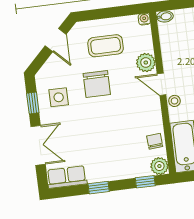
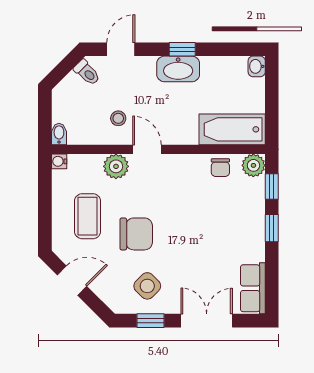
door: (162, 84) -> (147, 149), swing flipped
side table: (59, 97) -> (147, 286), turned 45
stool: (175, 101) -> (118, 118), moved
chair: (155, 141) -> (220, 168), turned -86
window: (99, 188) -> (272, 228), moved

